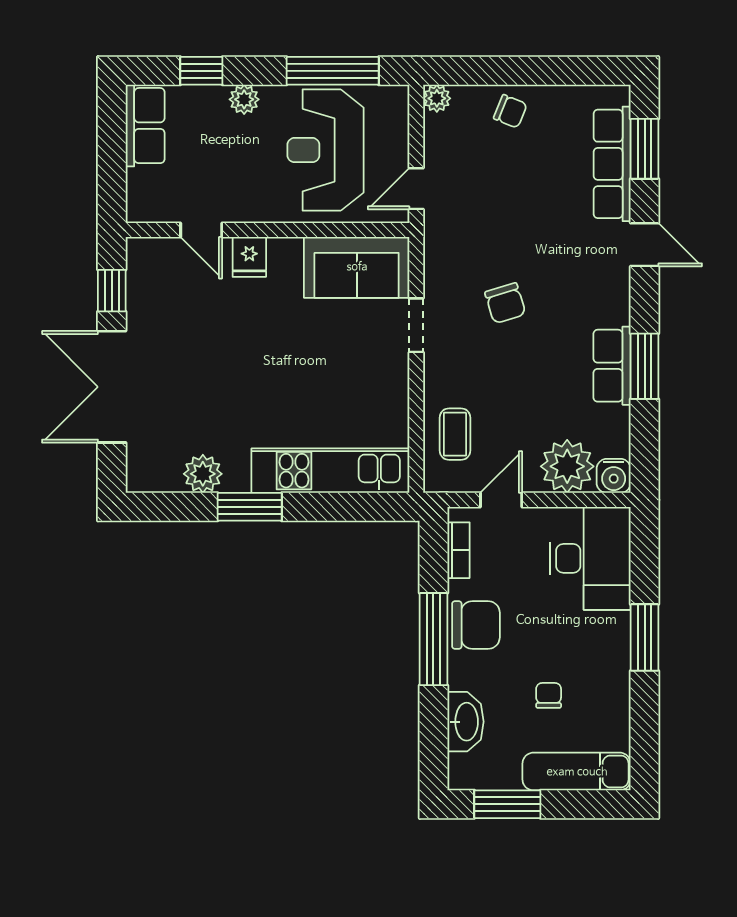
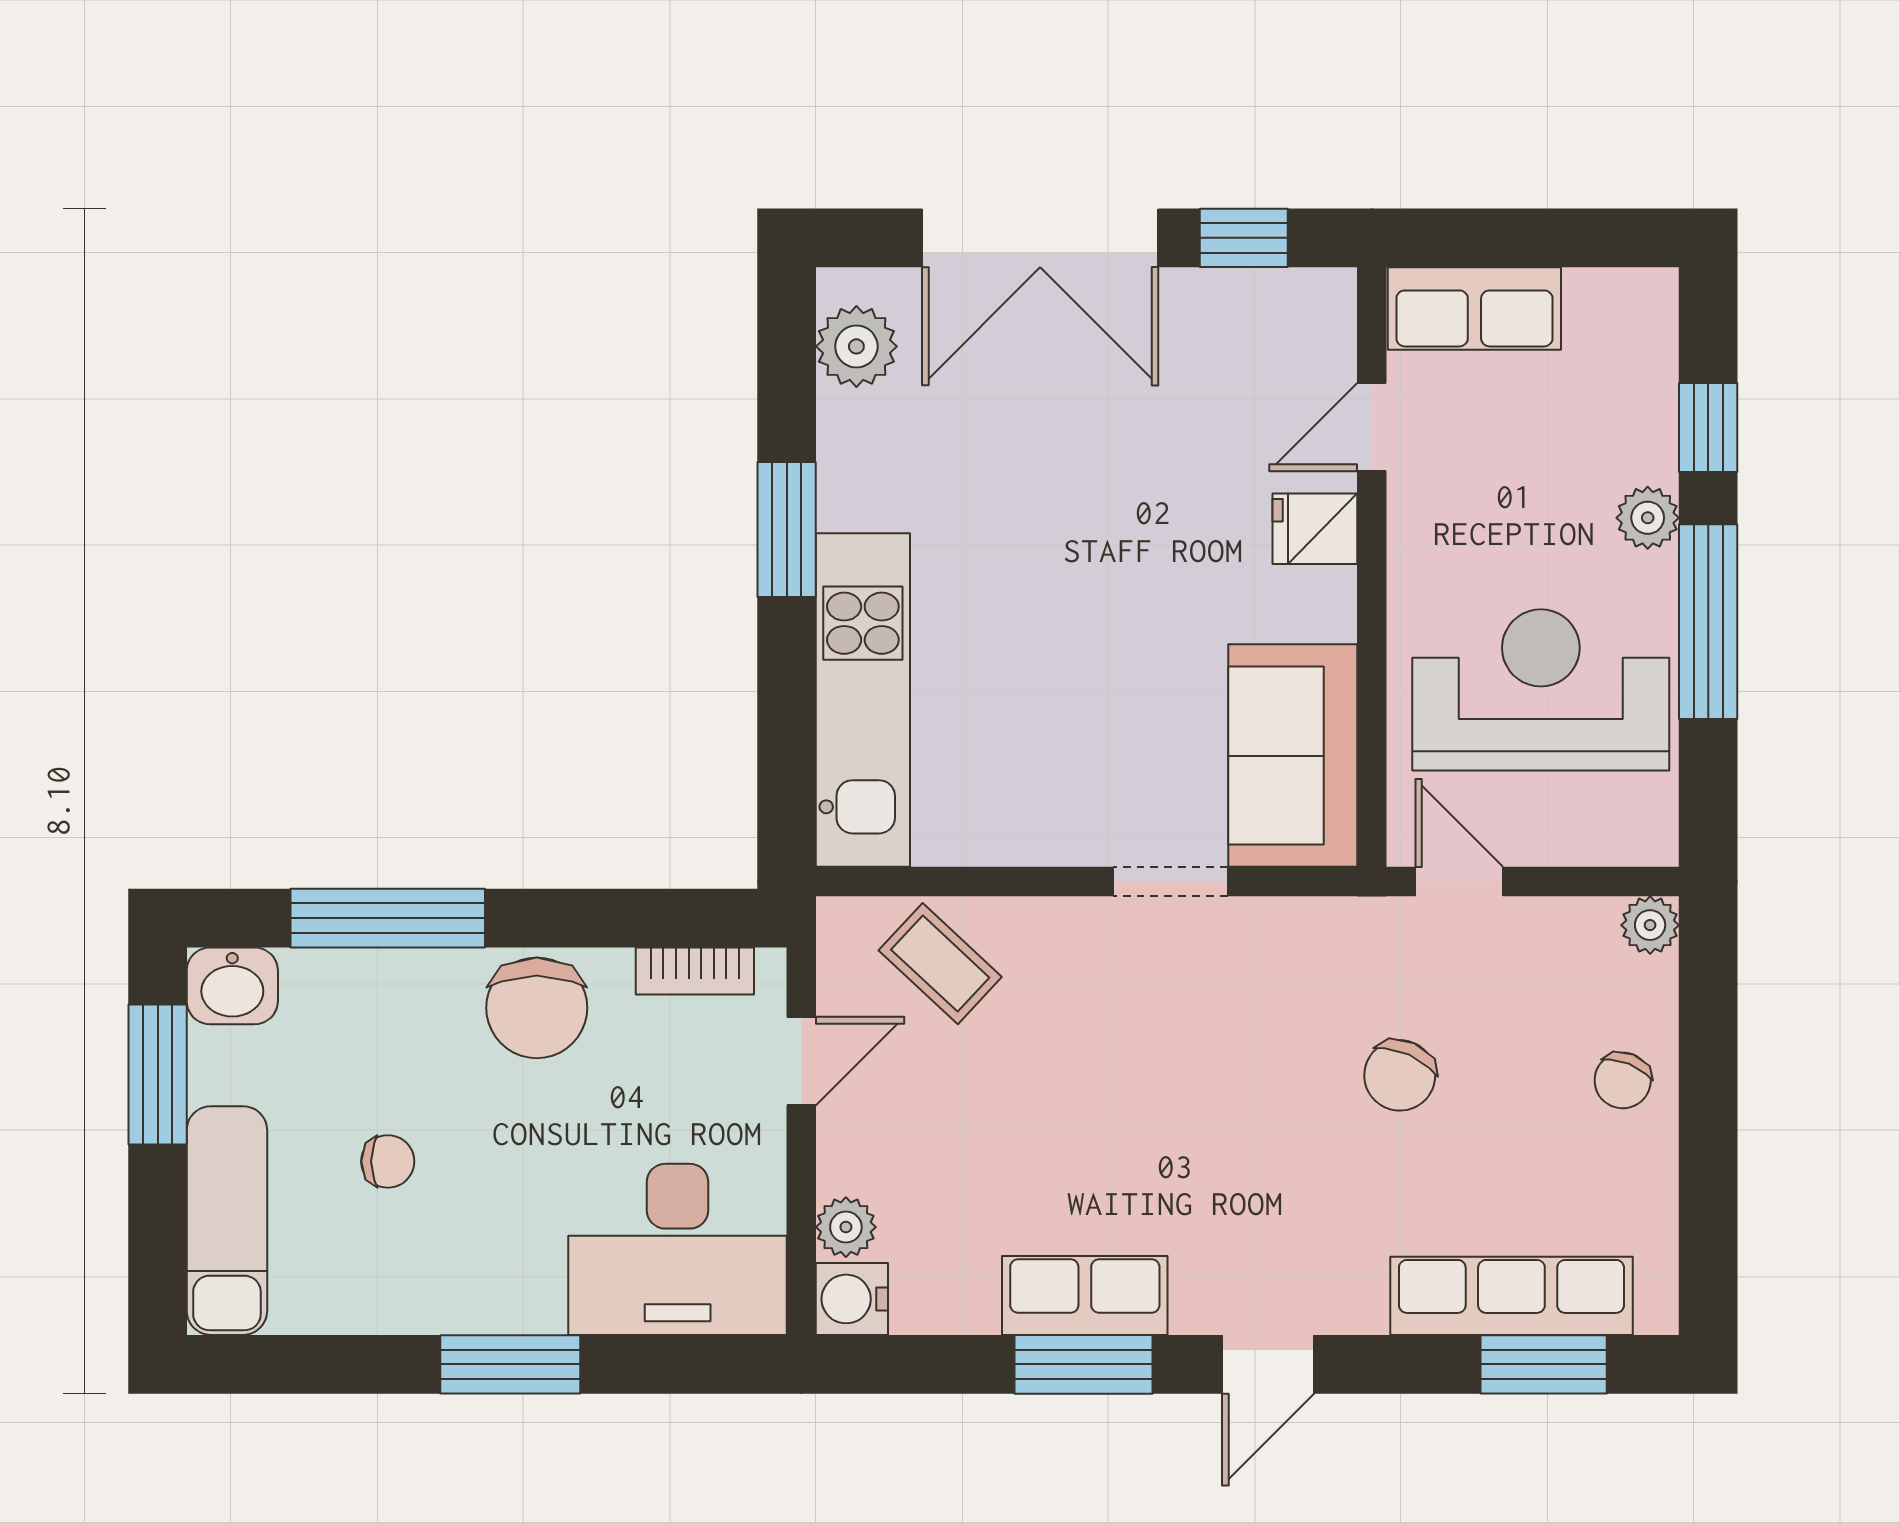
window: (333, 71) -> (1708, 622), moved
row of seats: (145, 126) -> (1474, 309), moved
door: (645, 245) -> (1268, 1364), moved
chair: (505, 303) -> (1400, 1075), moved, turned -49
double door: (112, 387) -> (1040, 238), swing flipped
coffee table: (455, 434) -> (940, 964), turned 43
plant: (567, 466) -> (846, 1227), width x0.53, depth x0.53
plant: (203, 474) -> (856, 346), moved
door: (501, 500) -> (801, 1061), hinge flipped
window: (433, 639) -> (388, 918), moved
washbasin: (466, 722) -> (232, 986), moved, width x0.72

